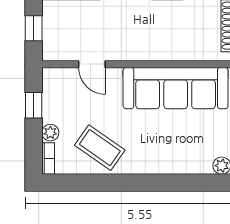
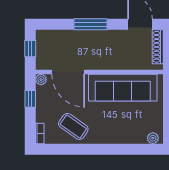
door: (92, 64) -> (68, 72), width x1.87
plant: (50, 133) -> (41, 80), moved

